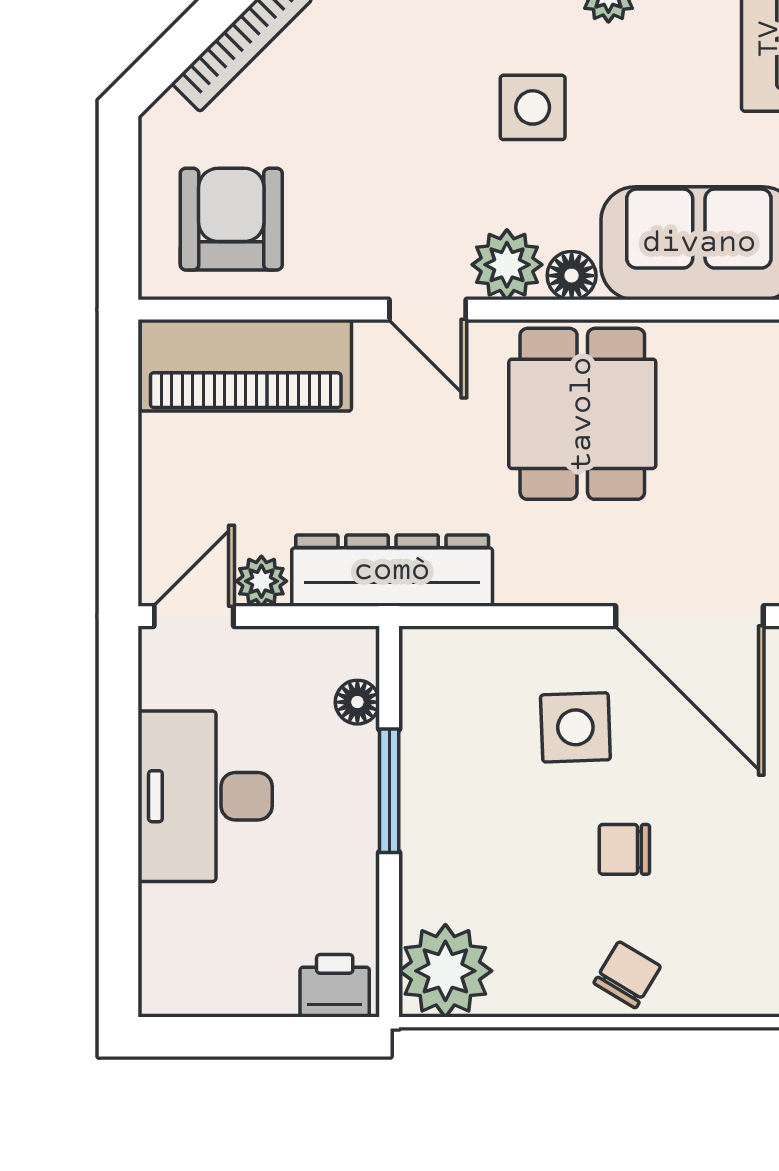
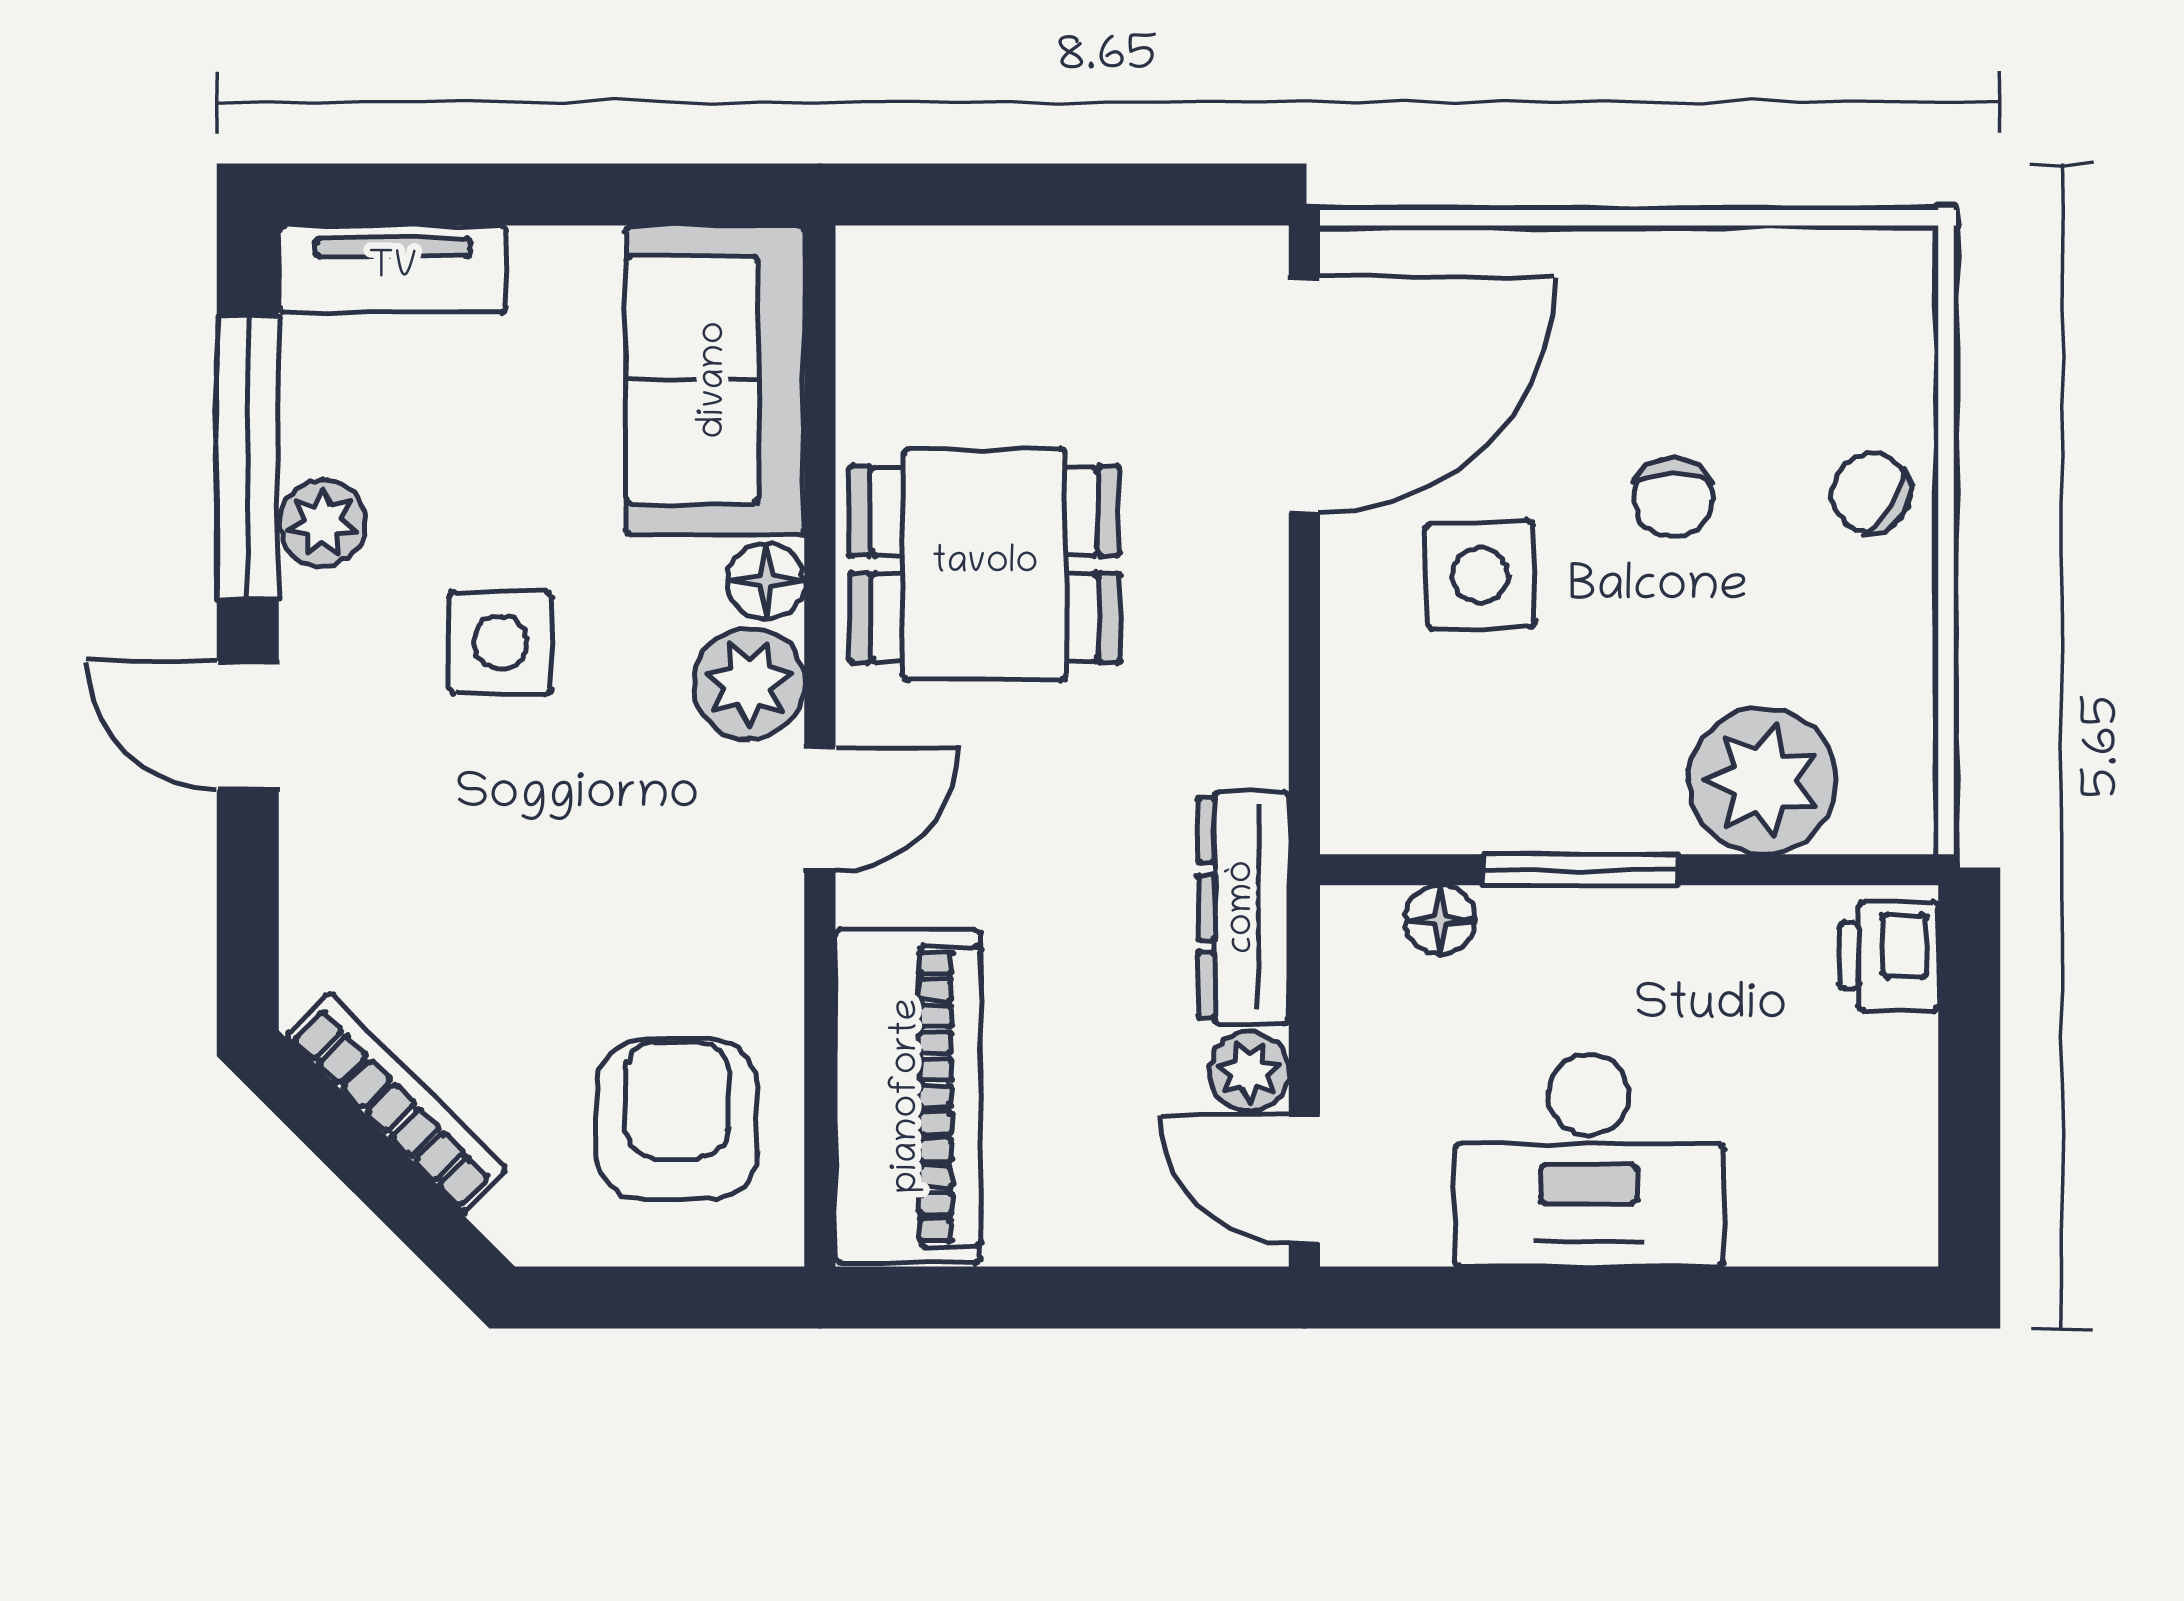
armchair: (231, 219) -> (677, 1119), turned 90
dresser: (392, 571) -> (1243, 907), width x0.73, depth x0.80
plant: (445, 971) -> (1762, 781), moved

